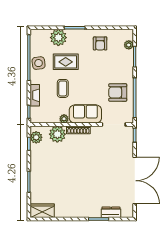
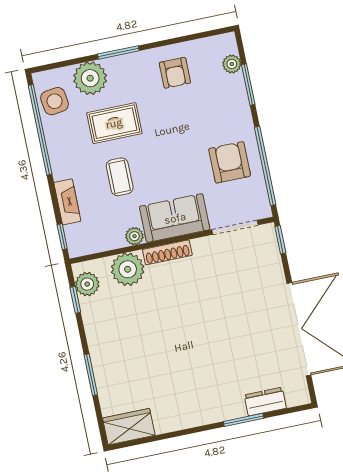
side table: (39, 63) -> (55, 101), moved
armchair: (118, 92) -> (230, 162), turned 90

